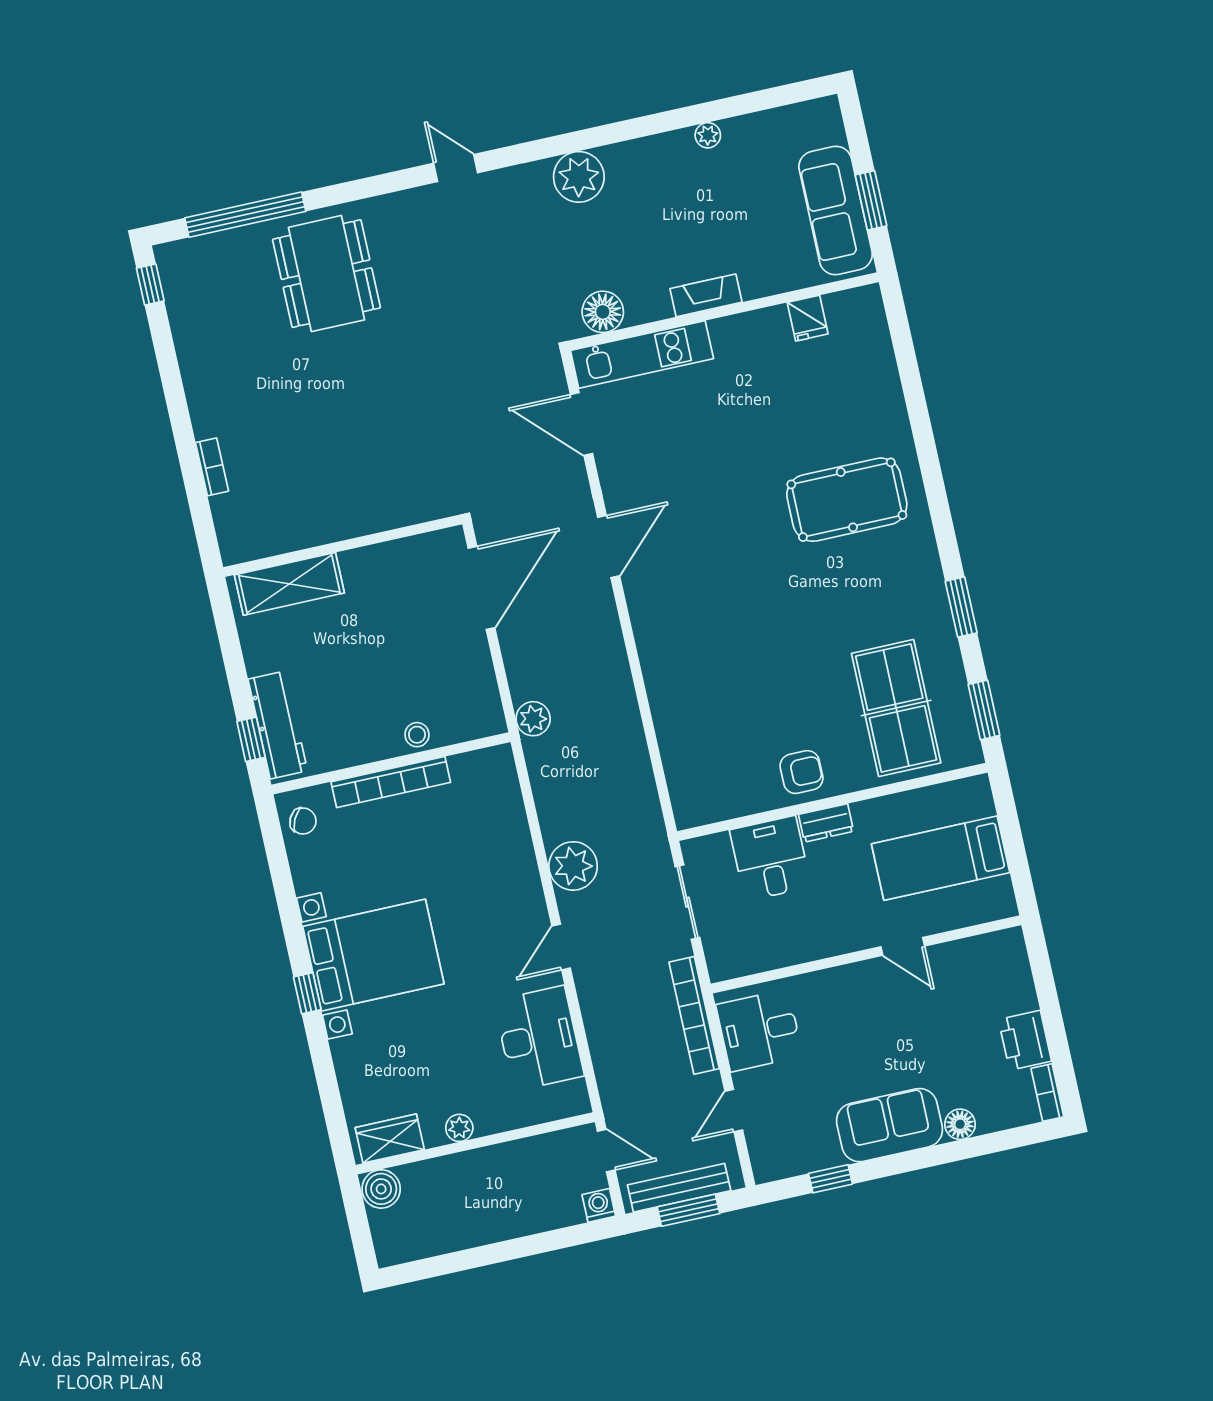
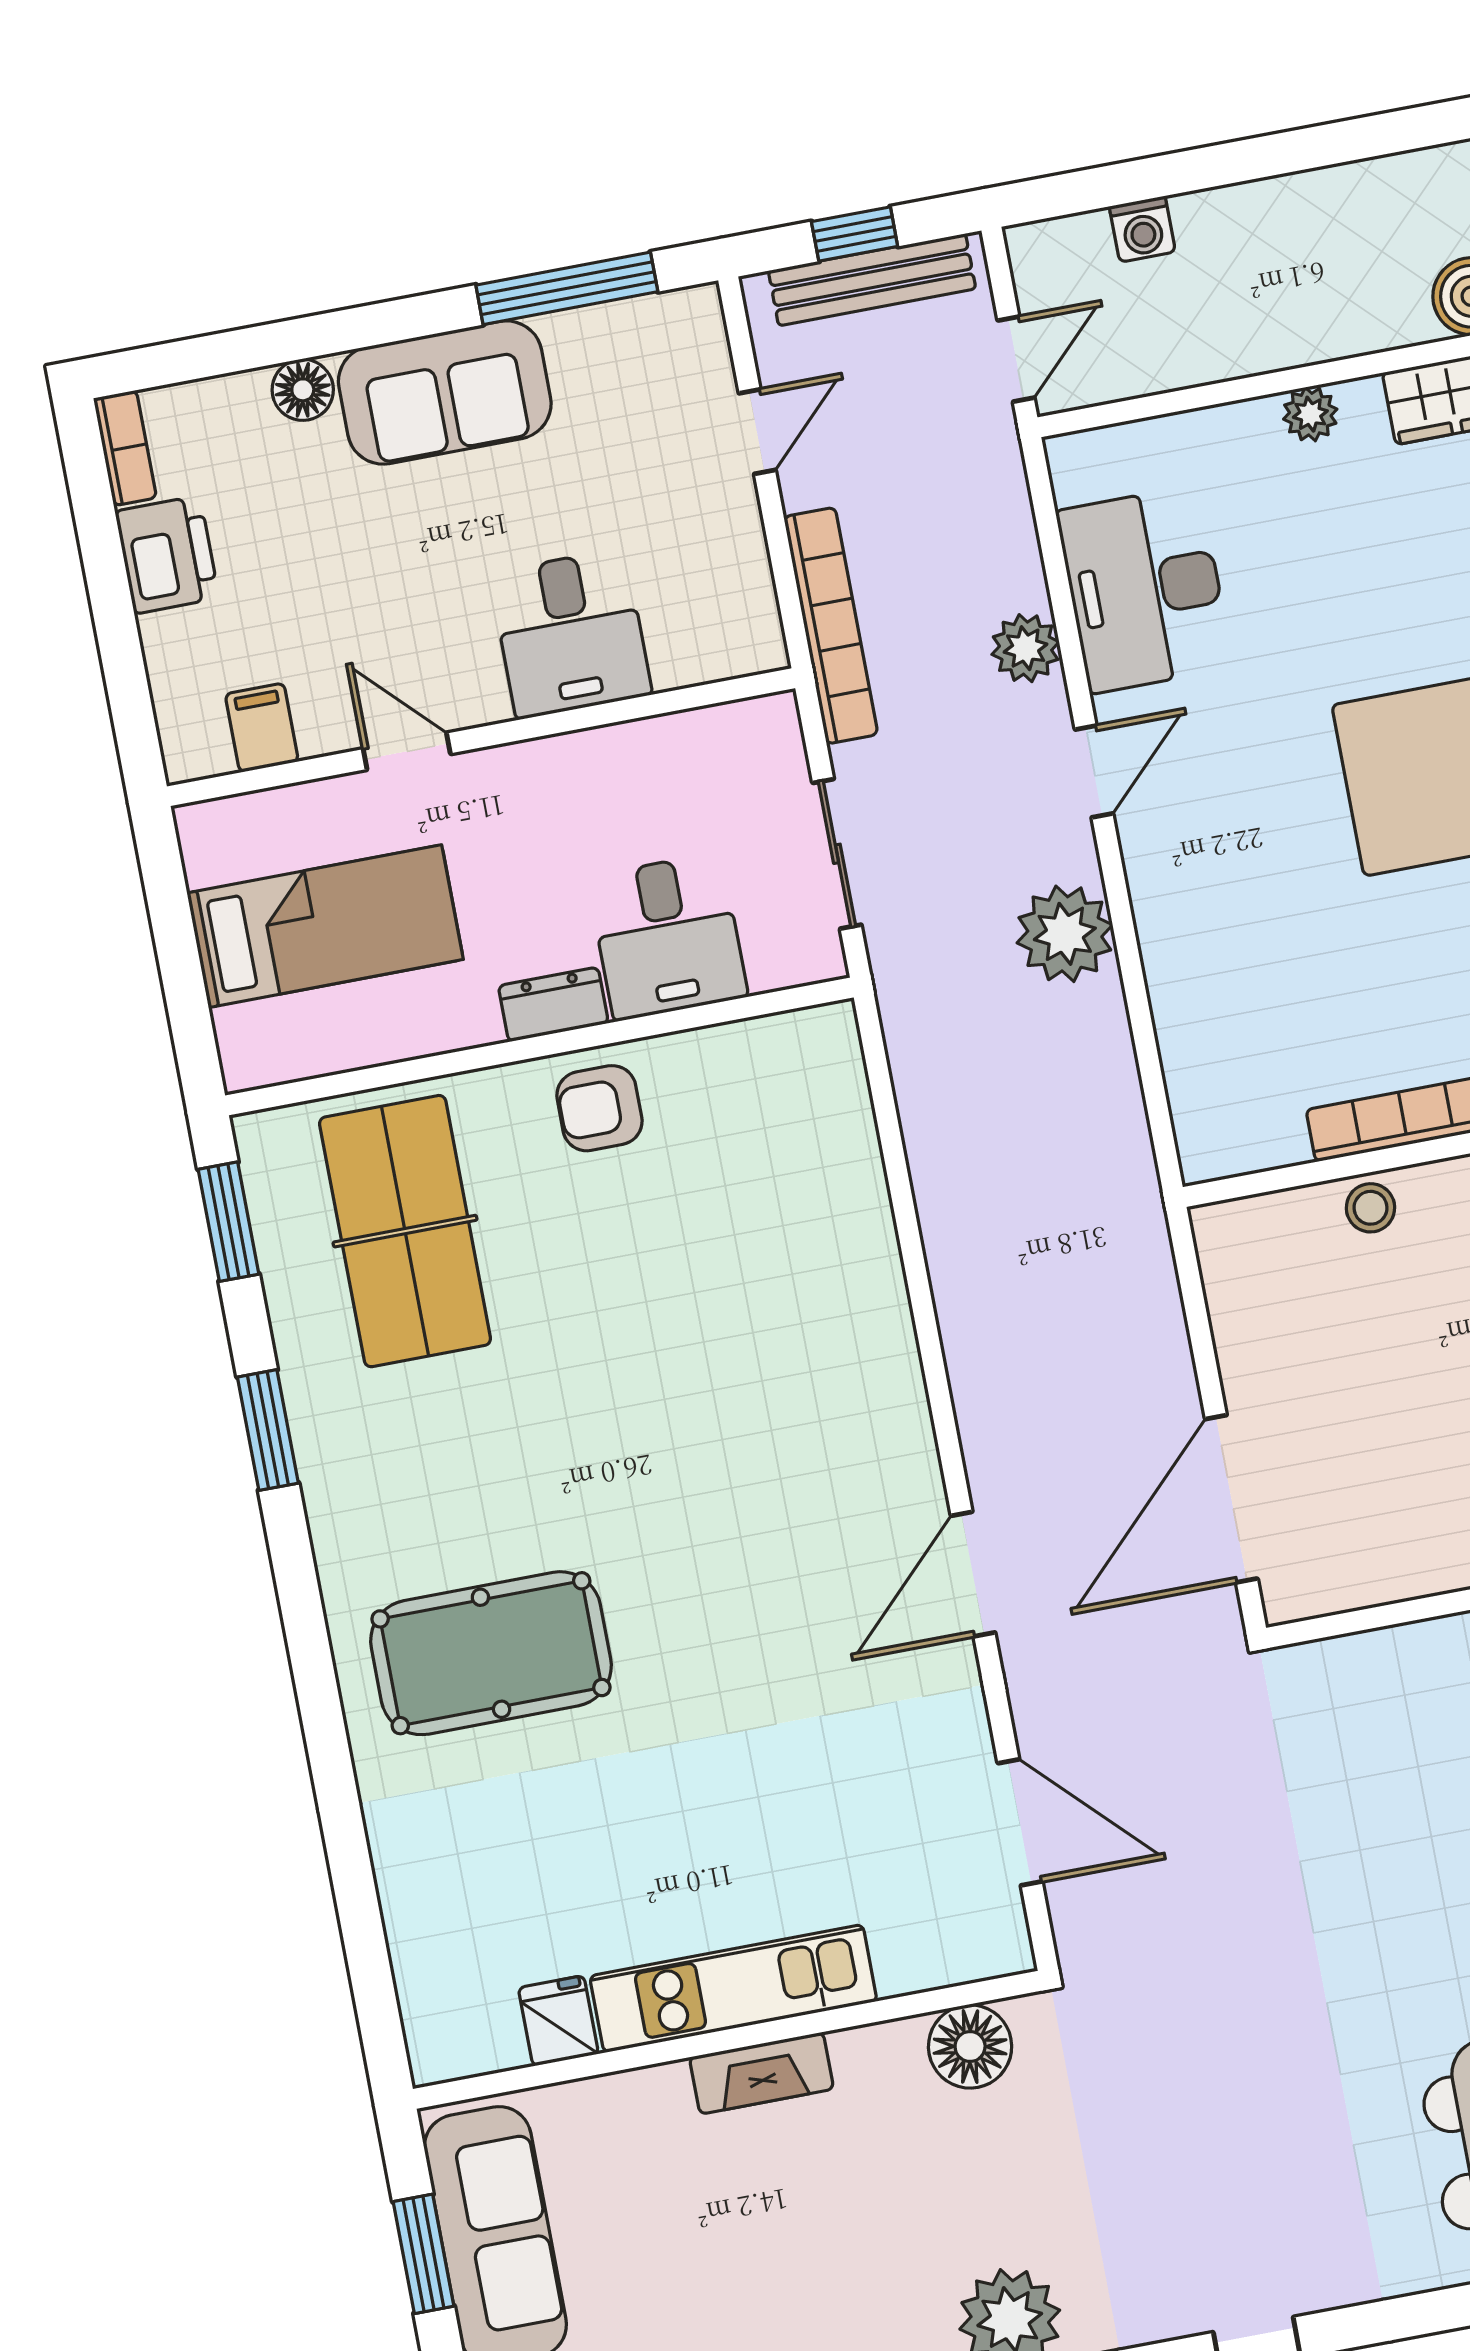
kitchen unit: (642, 355) -> (733, 1989), moved
plant: (533, 719) -> (1026, 648), moved
filing cabinet: (975, 956) -> (262, 728), added
desk: (759, 1030) -> (571, 634), moved, turned 90
door: (606, 1151) -> (1016, 359), swing flipped
window: (831, 1179) -> (567, 288), width x2.17
washing machine: (599, 1205) -> (1142, 229), moved
window: (688, 1210) -> (855, 234), width x0.67

